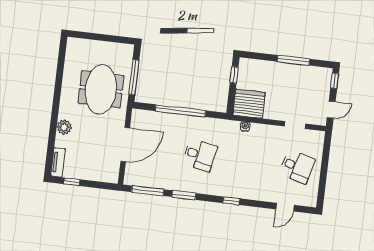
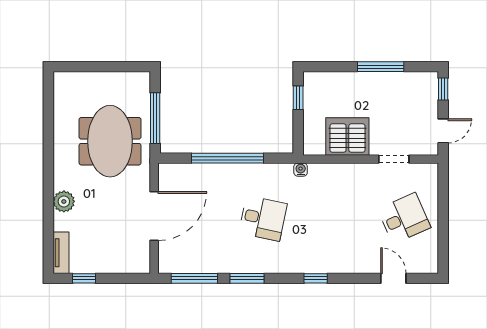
server rack: (249, 104) -> (347, 137), moved
water cooler: (245, 126) -> (301, 170), moved
desk: (297, 167) -> (404, 218), turned -39
door: (285, 207) -> (393, 278), swing flipped

